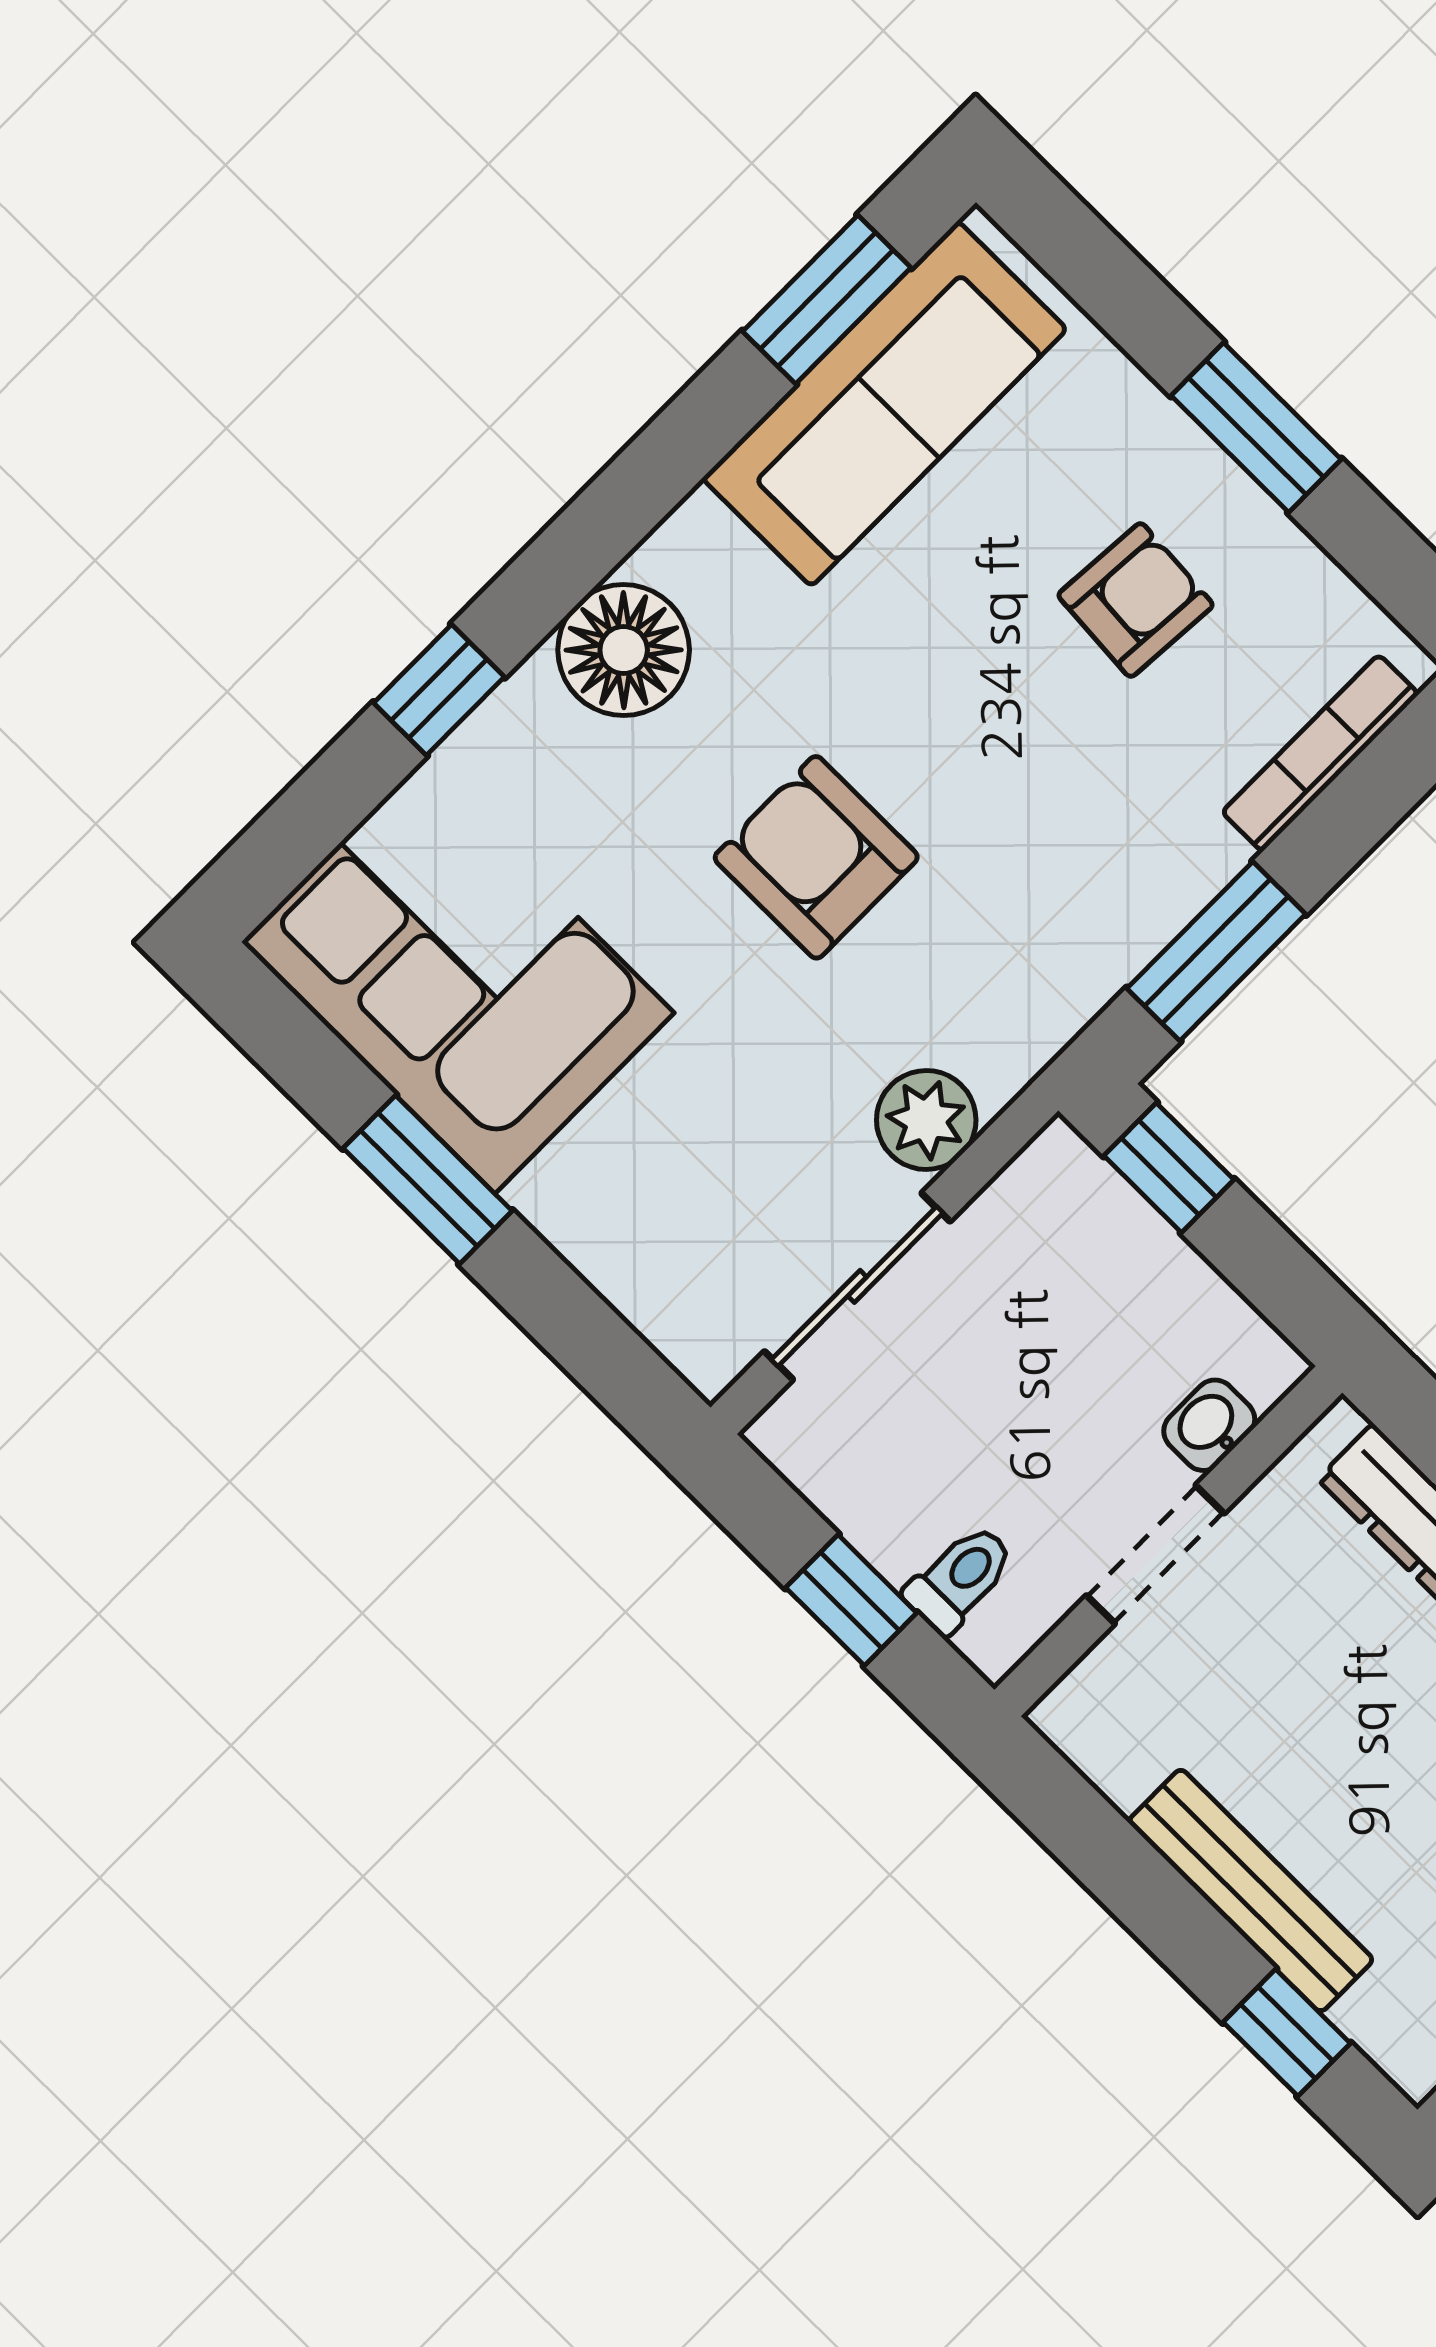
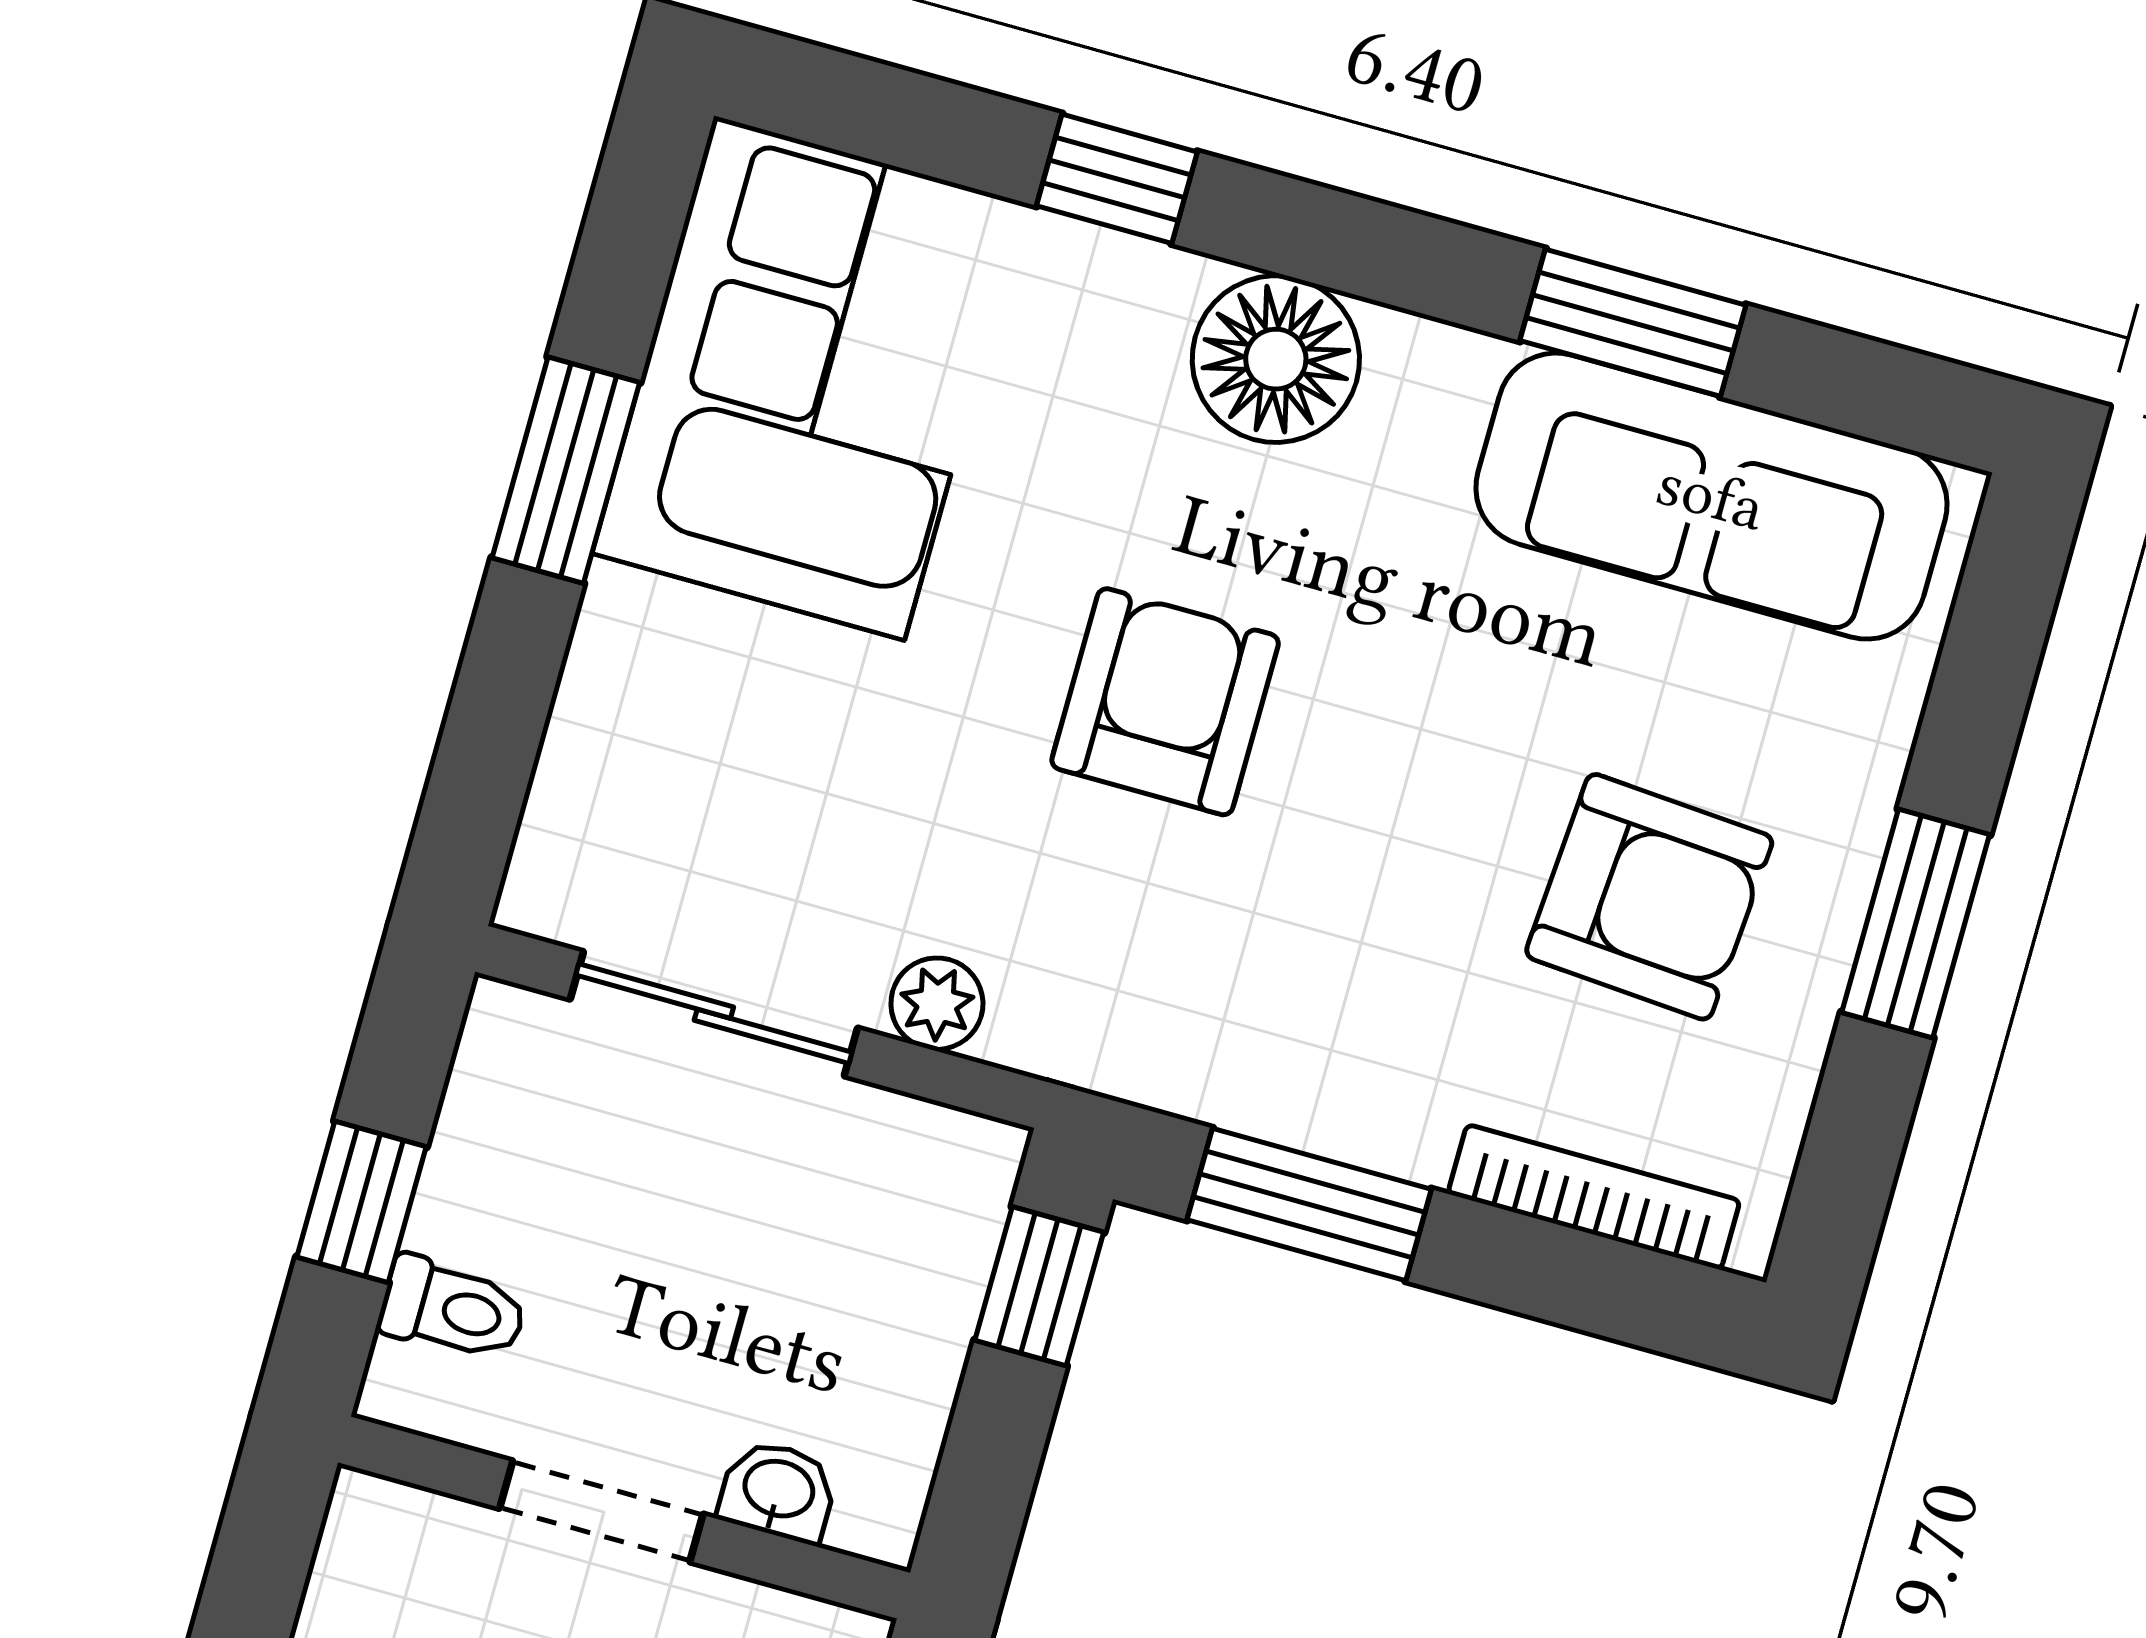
window: (827, 300) -> (1633, 323), moved
armchair: (1136, 600) -> (1649, 897), width x1.38, depth x1.38
plant: (926, 1120) -> (937, 1004), width x0.73, depth x0.73

